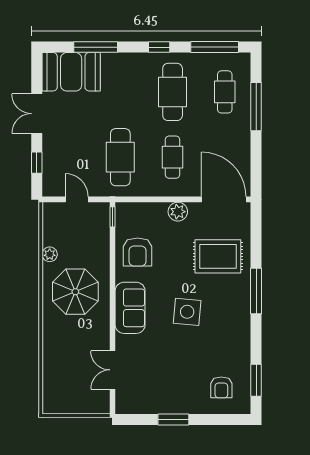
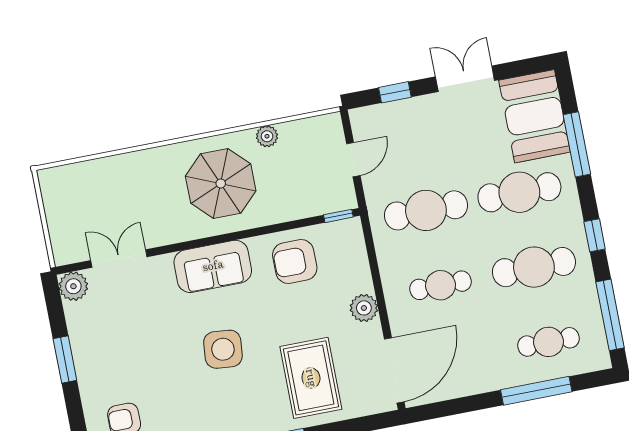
cafe table: (120, 92) -> (519, 192), added
plant: (125, 404) -> (73, 286), added

